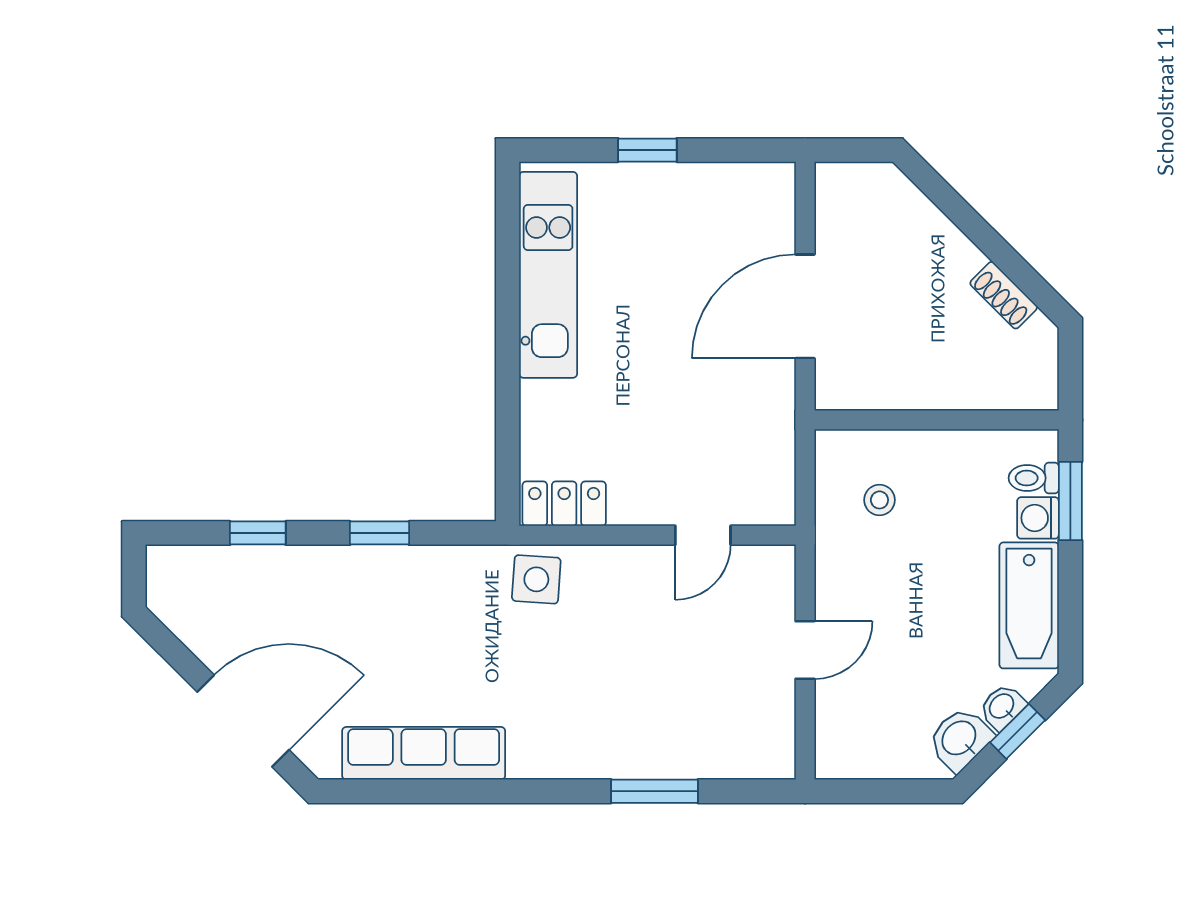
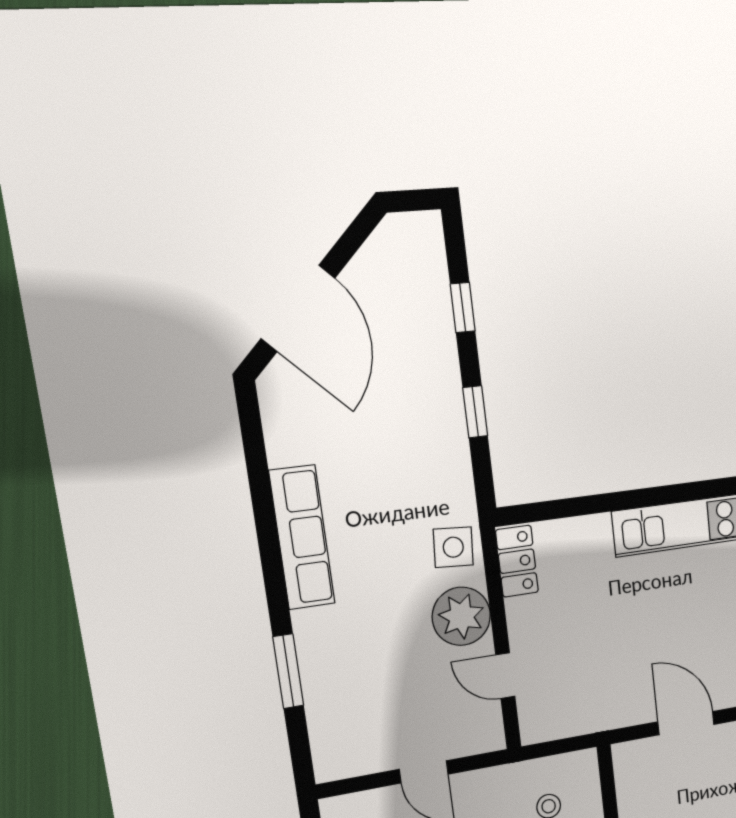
door: (805, 306) -> (686, 723), width x0.73
plant: (621, 580) -> (461, 616), added
row of seats: (424, 753) -> (302, 538), moved

